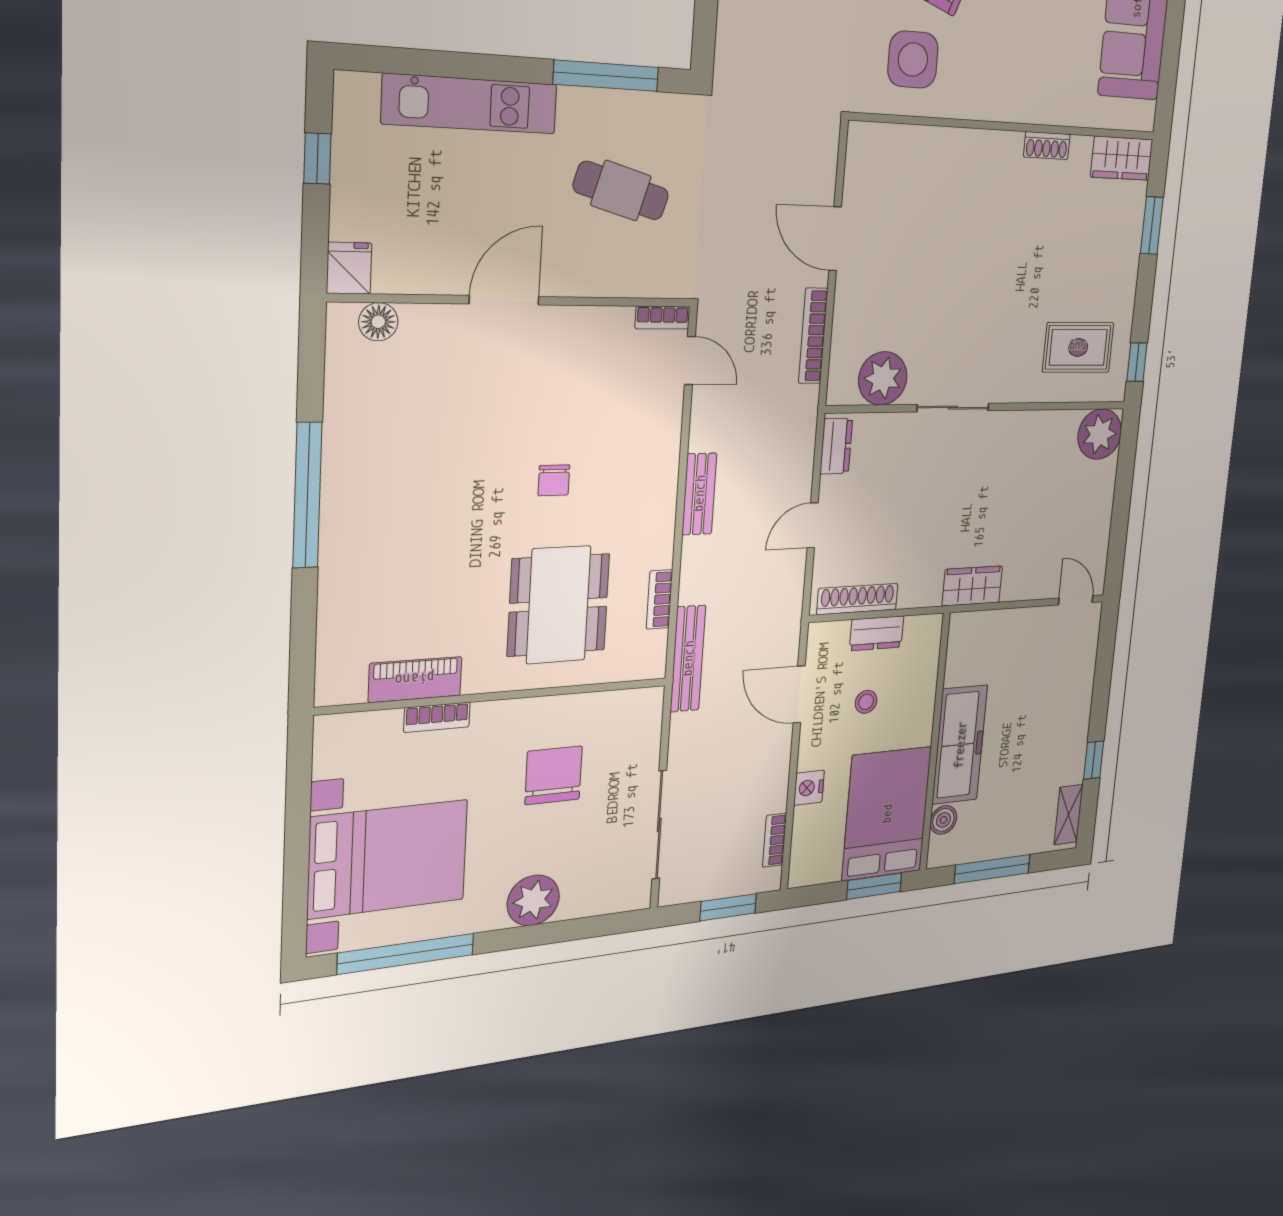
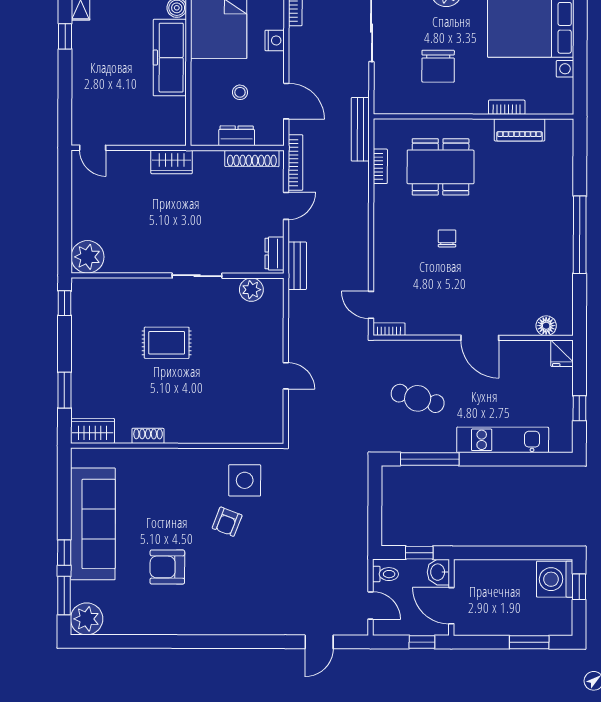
door: (835, 239) -> (286, 376), width x0.73
door: (504, 300) -> (480, 338), hinge flipped
bookcase: (813, 336) -> (295, 163), moved
rug: (1078, 347) -> (167, 343), moved
plant: (883, 378) -> (251, 290), width x0.73, depth x0.73
bench: (699, 494) -> (297, 266), moved
dining table: (559, 605) -> (441, 167), turned 90

